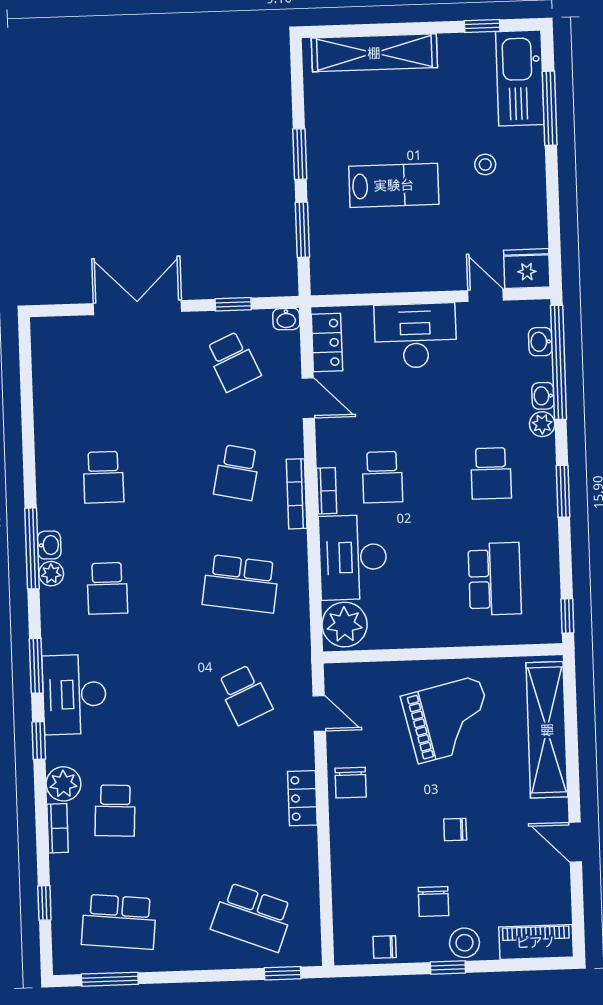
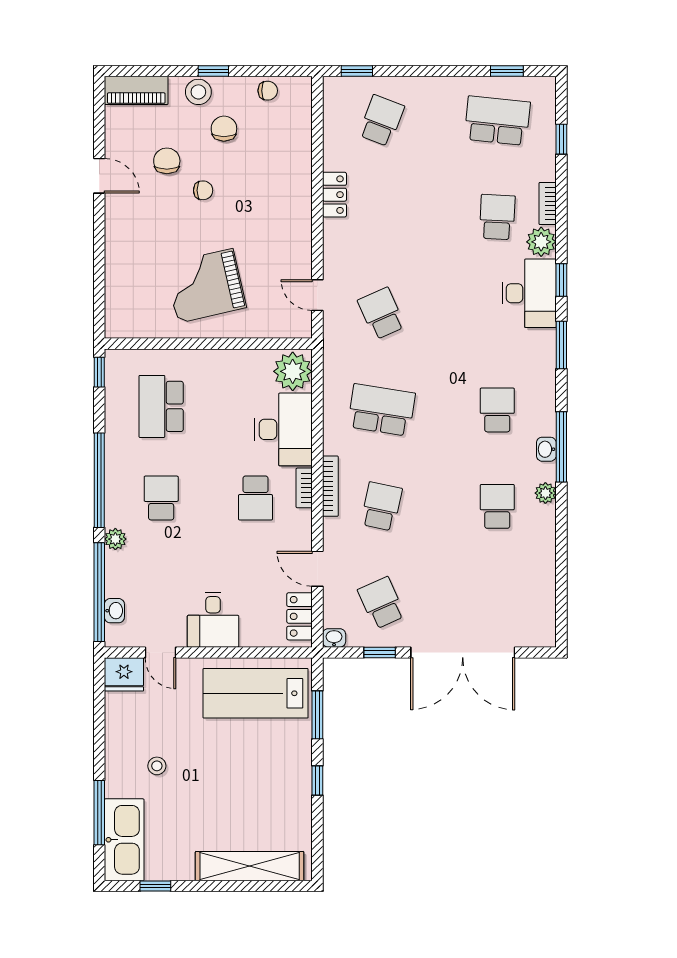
window: (300, 154) -> (317, 781), width x0.67
lab bench: (394, 185) -> (256, 693), moved, width x1.36, depth x1.39
double door: (137, 308) -> (463, 652), width x1.36
desk: (415, 336) -> (213, 620), width x0.73
washbasin: (543, 396) -> (114, 564), removed
school desk: (382, 477) -> (255, 498), turned 180
window: (563, 491) -> (99, 480), width x2.11
plant: (51, 574) -> (545, 493), moved
desk: (74, 694) -> (529, 293), moved
shelving: (547, 730) -> (121, 274), removed
chair: (351, 783) -> (167, 161), moved
locker: (302, 798) -> (334, 195), moved
school desk: (252, 917) -> (381, 121), width x0.54
window: (110, 979) -> (507, 71), width x0.67

